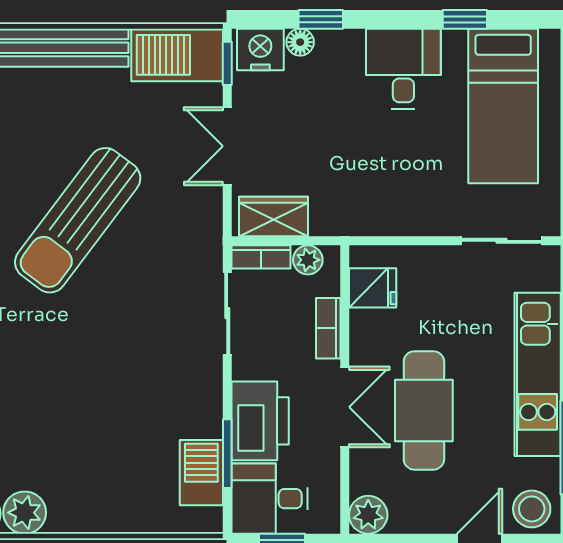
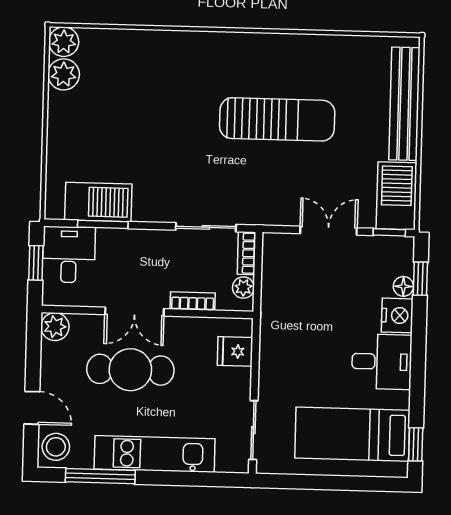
window: (321, 19) -> (420, 279), moved
window: (465, 19) -> (416, 444), moved
nightstand: (260, 49) -> (397, 315), moved
wardrobe: (274, 216) -> (276, 263), removed
sun lounger: (78, 220) -> (277, 119), turned 143
fridge: (373, 288) -> (235, 351), moved, turned 90
printer: (260, 421) -> (126, 249), removed
barbecue: (201, 473) -> (98, 202), width x1.37, depth x1.21

